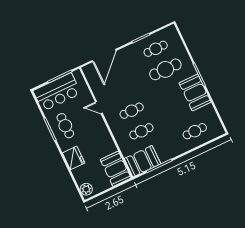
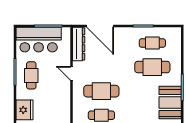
door: (104, 56) -> (100, 26), hinge flipped
dresser: (93, 80) -> (79, 44), added
cafe table: (132, 111) -> (101, 91), width x1.37, depth x1.35

